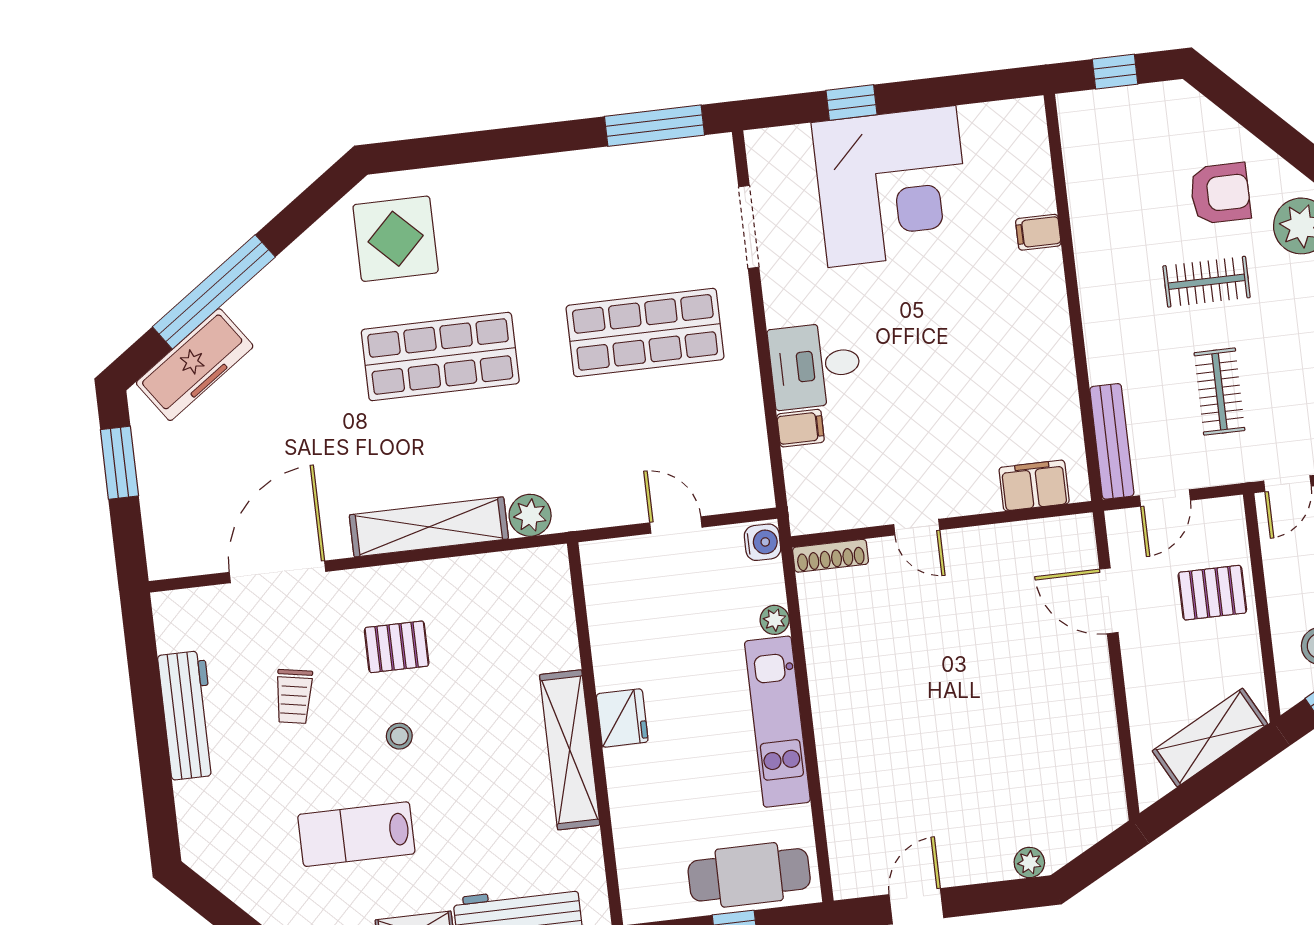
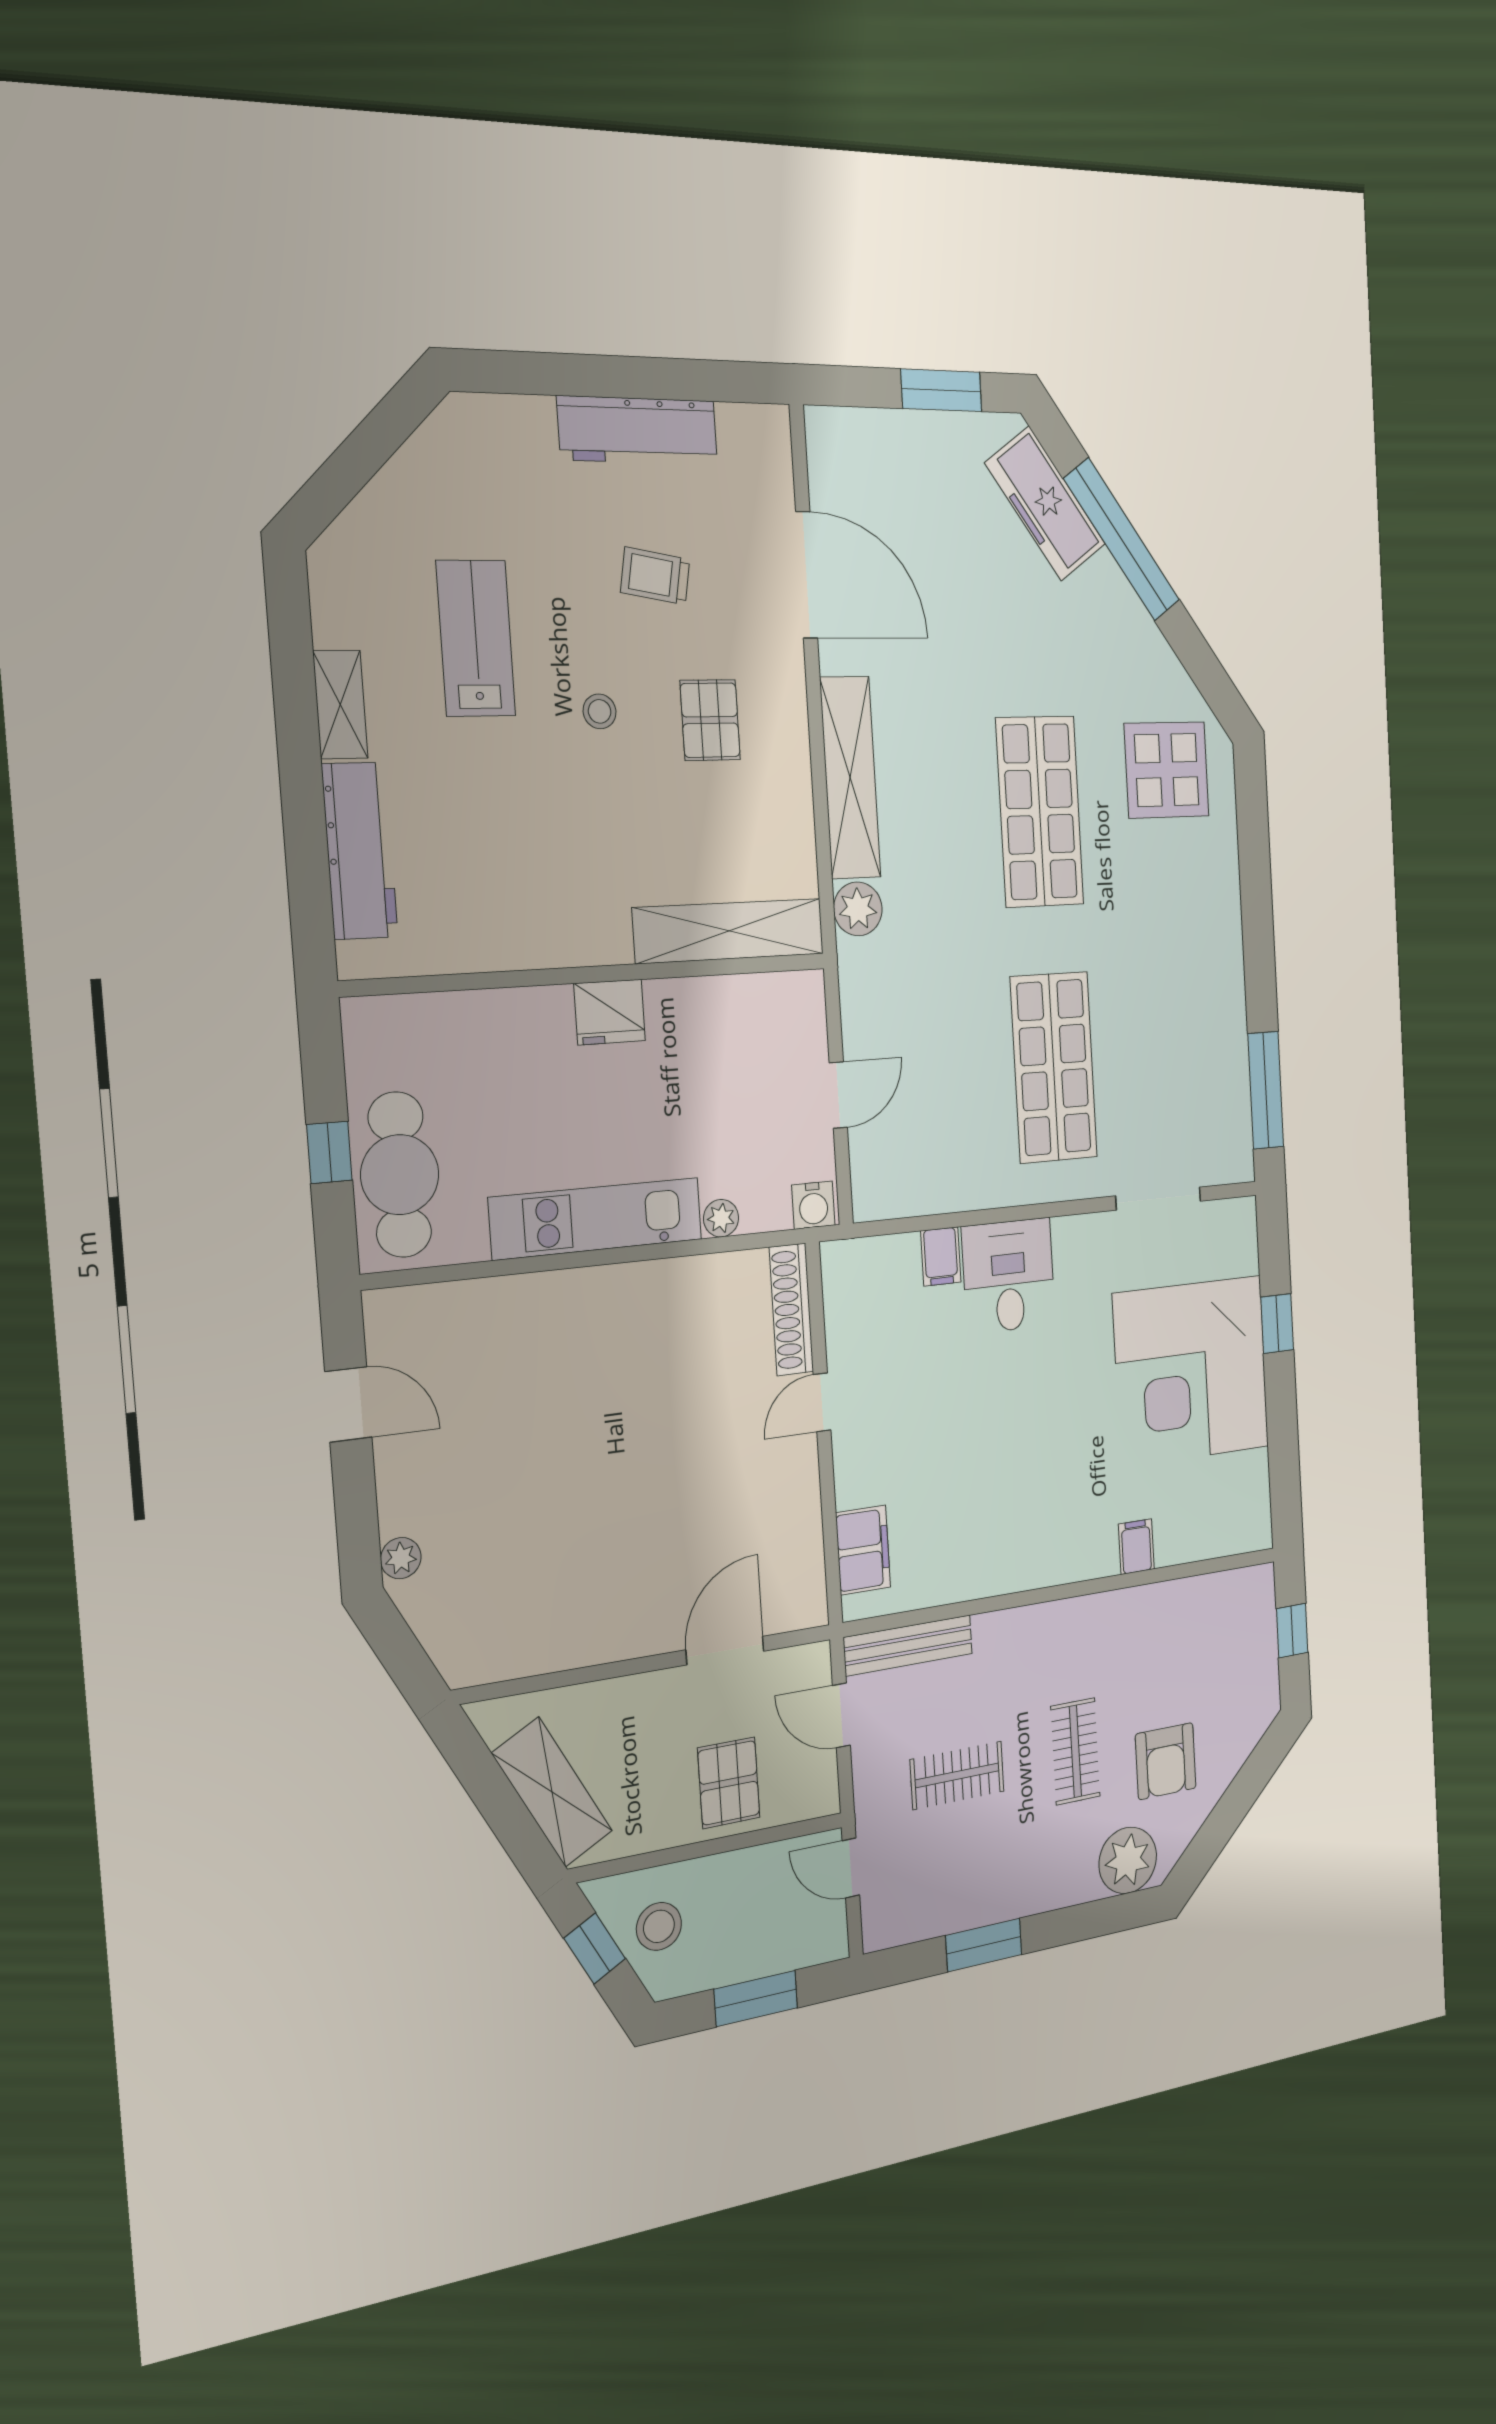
shoe rack: (830, 556) -> (791, 1309), width x1.36, depth x1.24
shelving: (570, 750) -> (729, 931), moved

